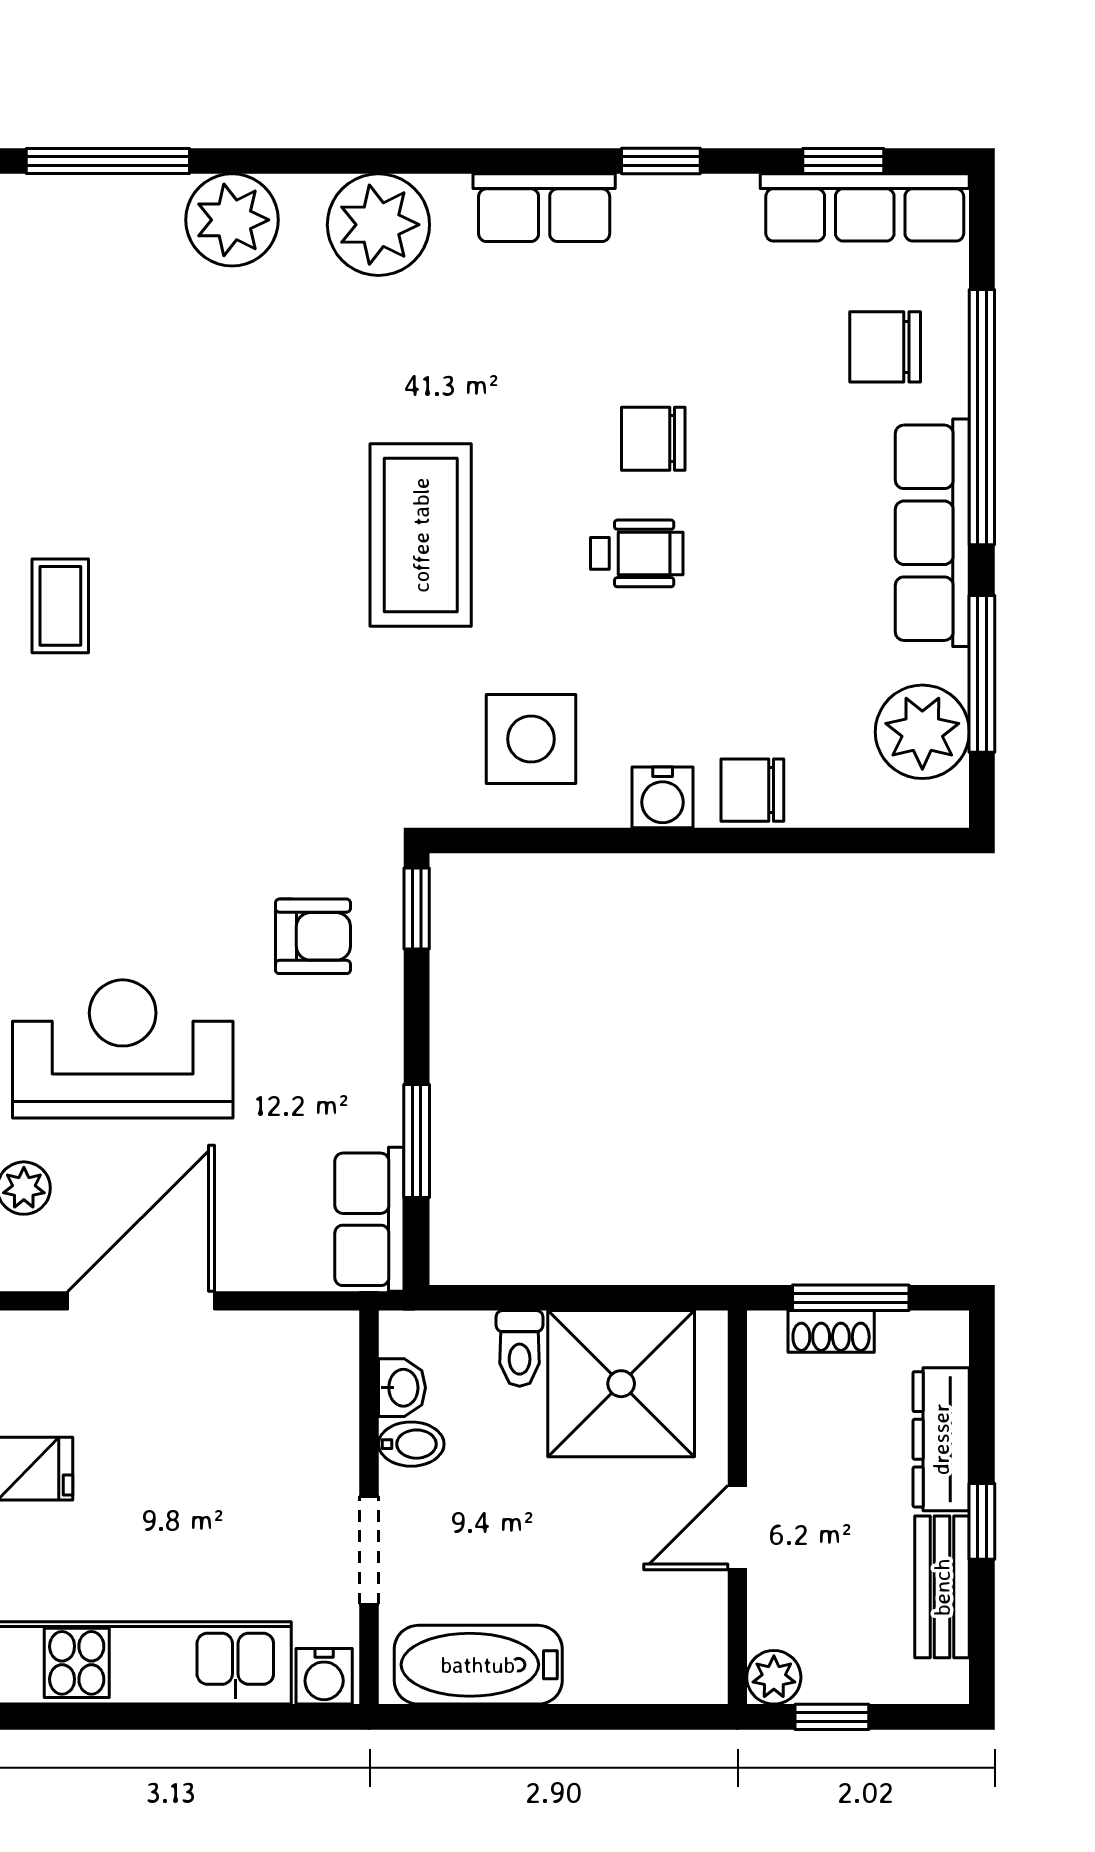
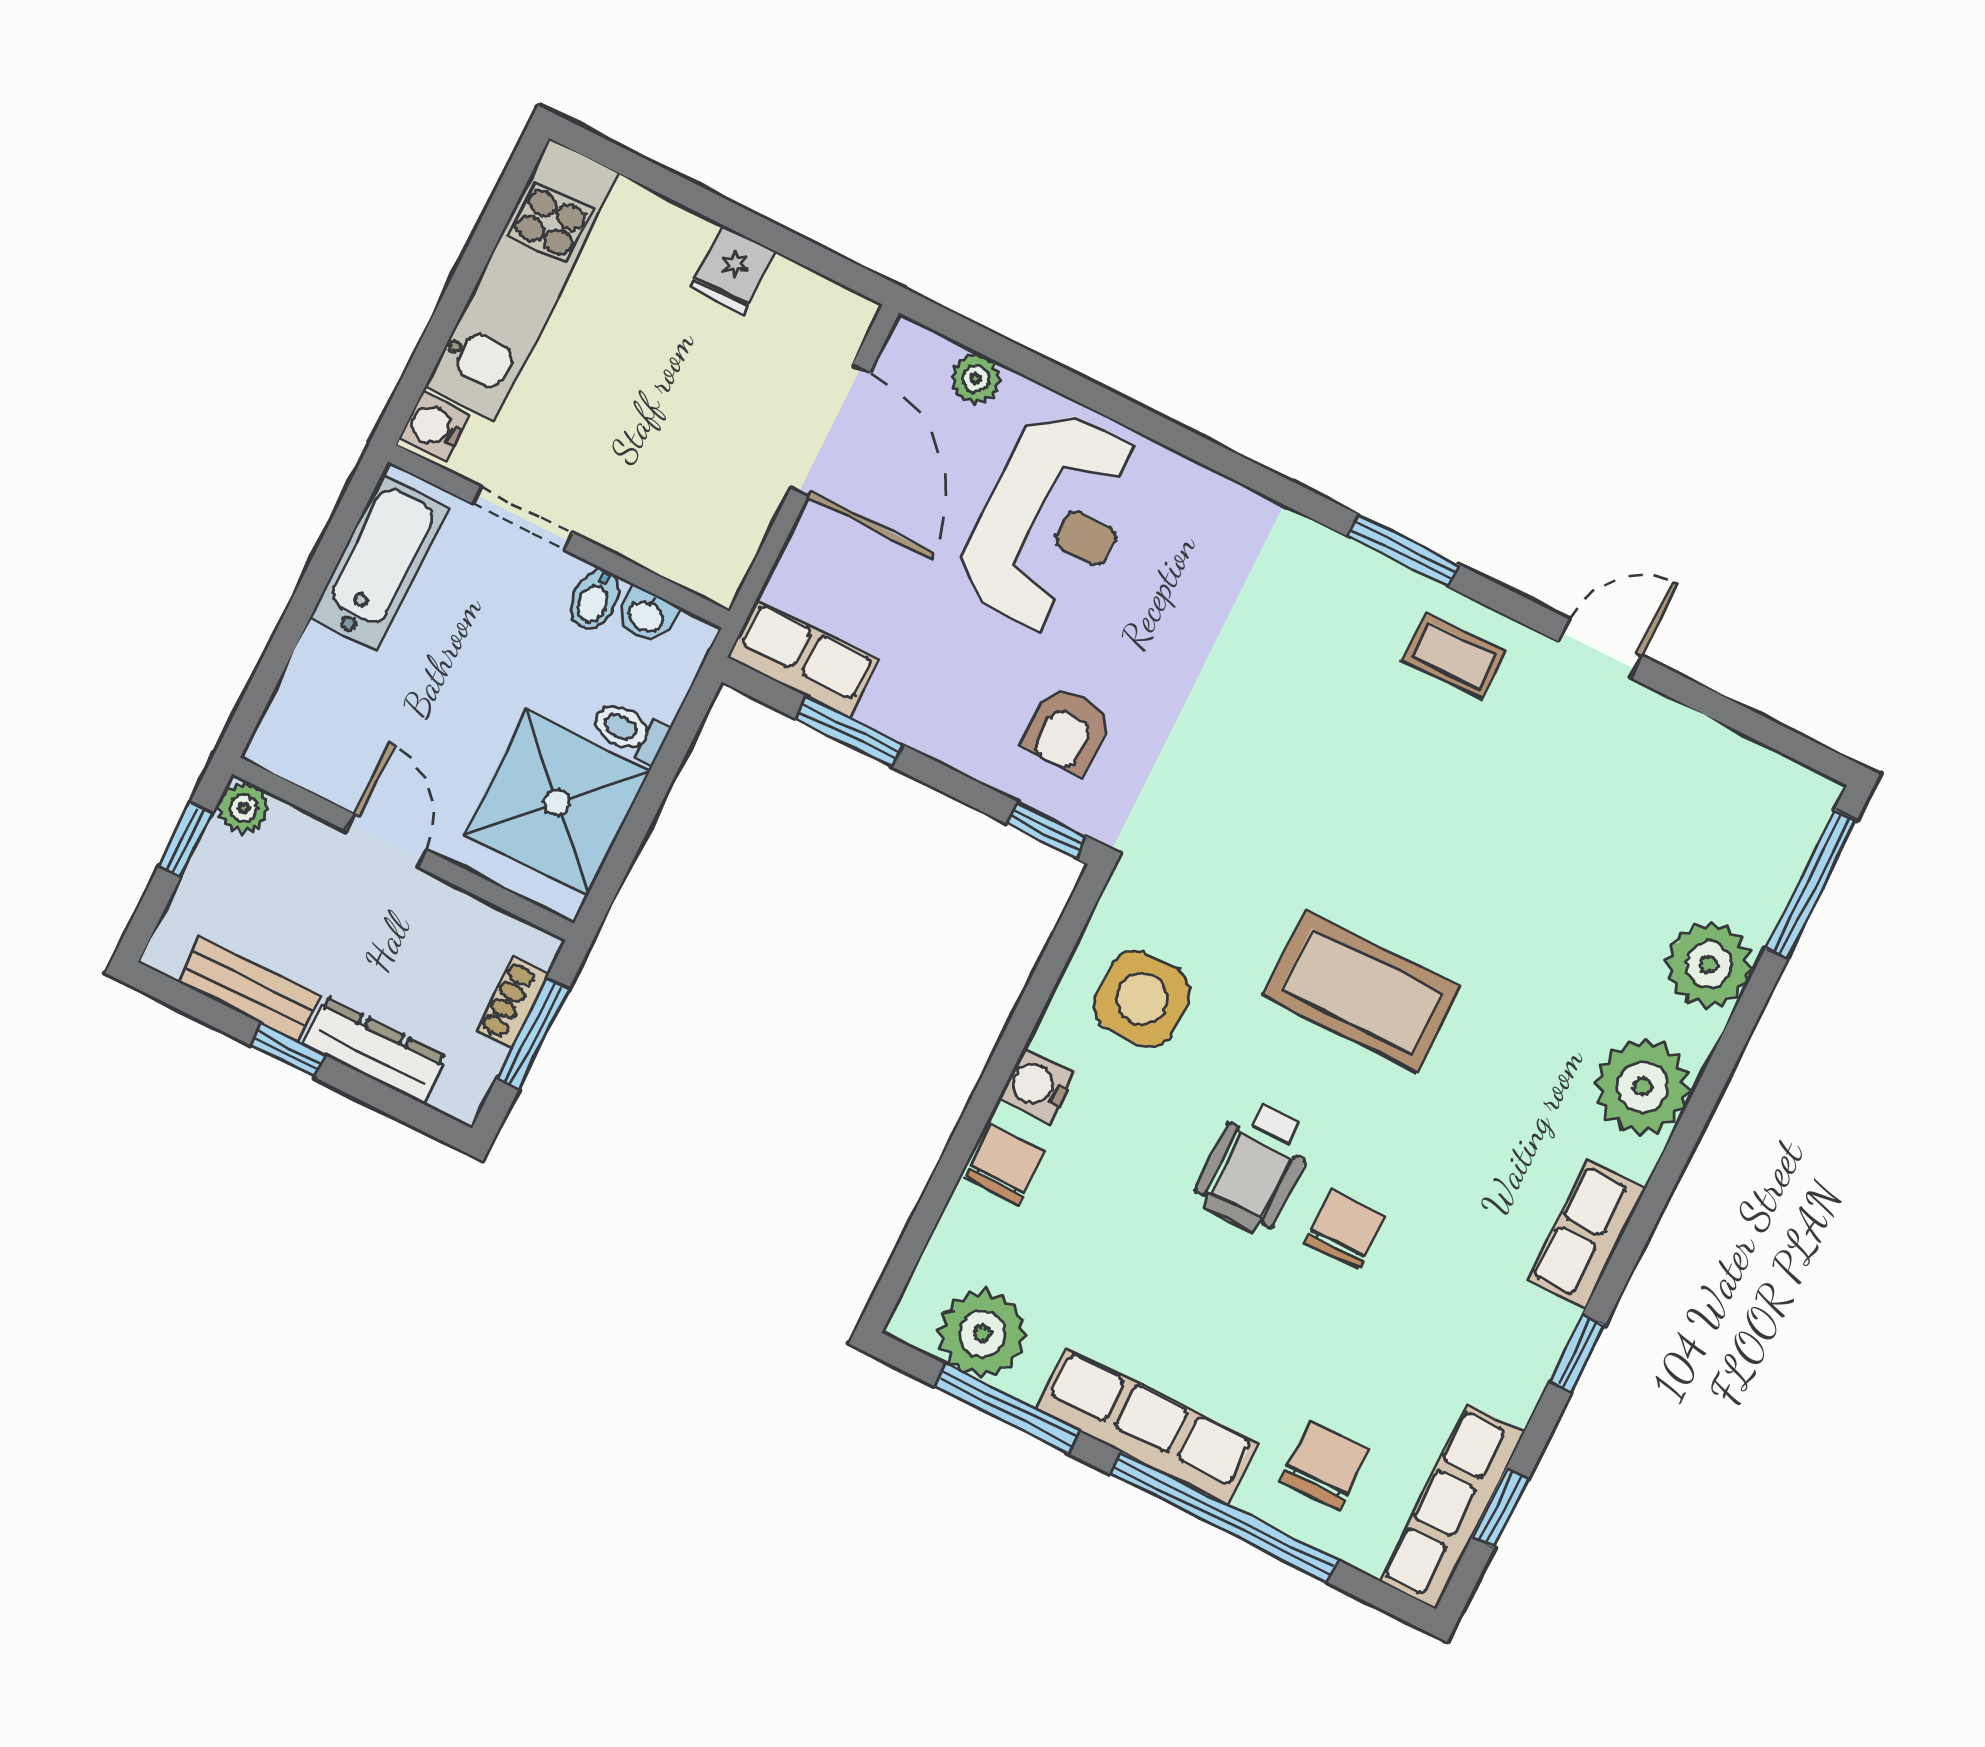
wheelchair: (637, 553) -> (1255, 1167), width x1.36, depth x1.37

